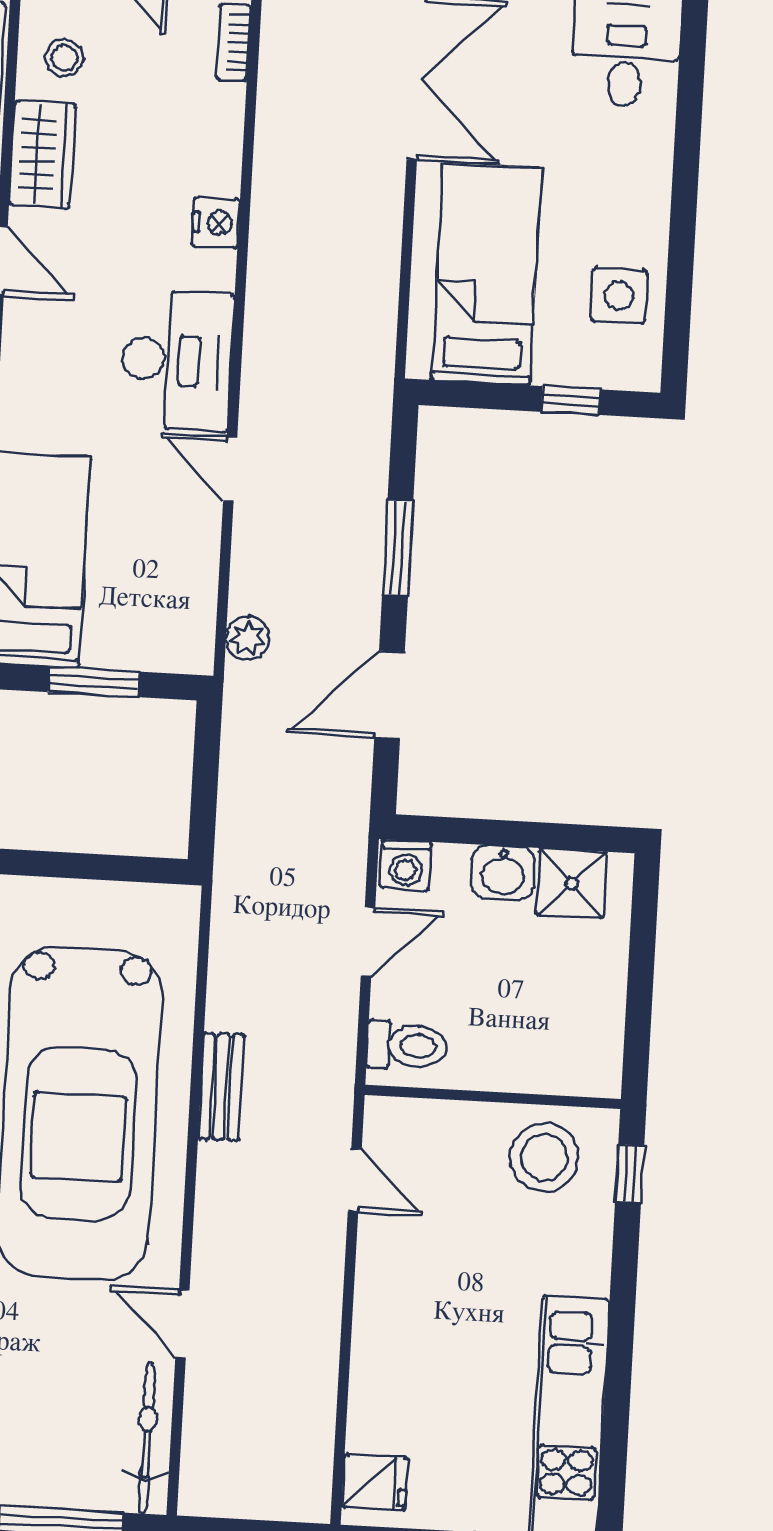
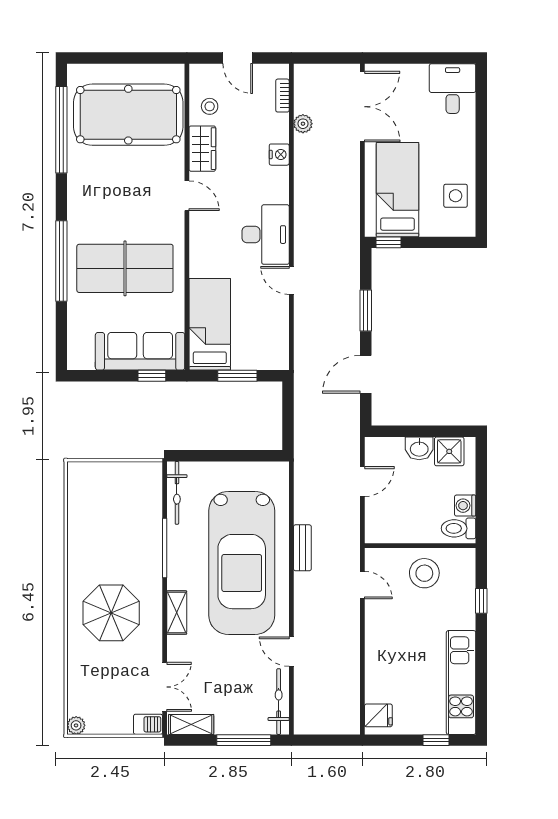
nightstand: (216, 223) -> (279, 155), moved
window: (570, 401) -> (389, 242), moved
plant: (248, 638) -> (303, 124), moved
washing machine: (406, 865) -> (465, 506), moved, turned 90
toilet: (407, 1046) -> (459, 528), moved, turned 180
stool: (544, 1157) -> (424, 573), moved
window: (630, 1174) -> (481, 601), moved

